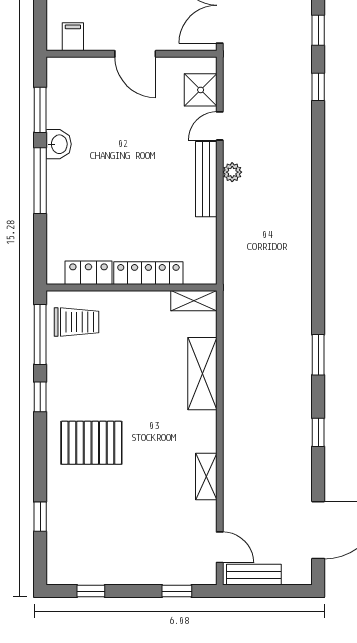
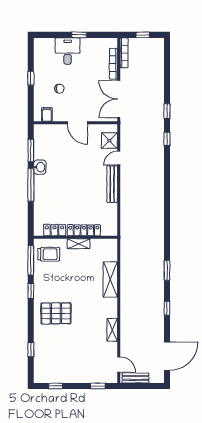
plant: (232, 172) -> (125, 181), removed
shelving: (194, 301) -> (79, 244), moved

